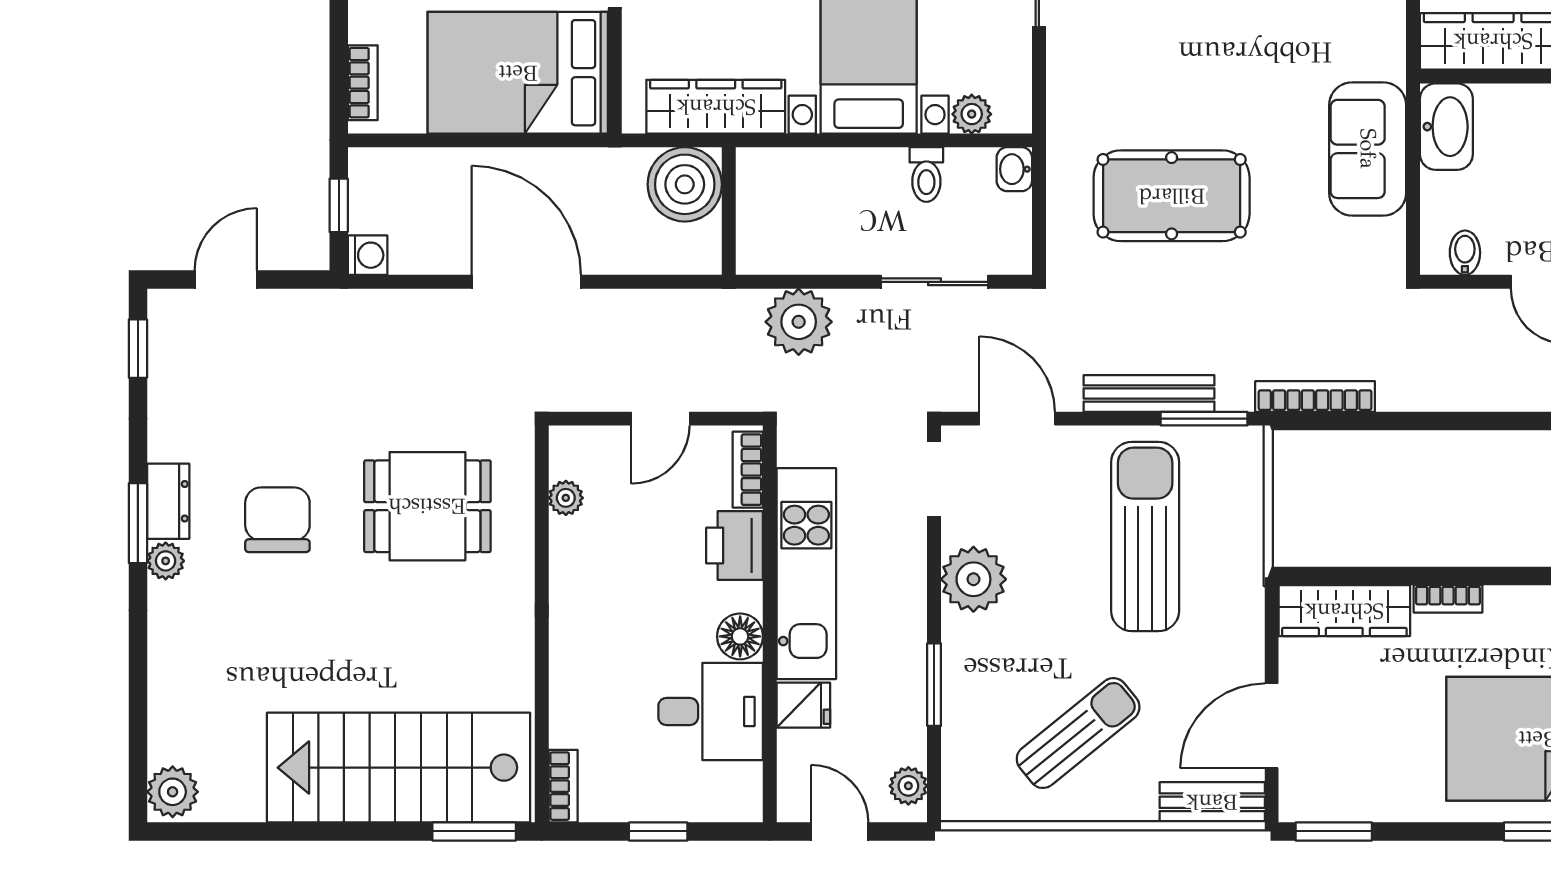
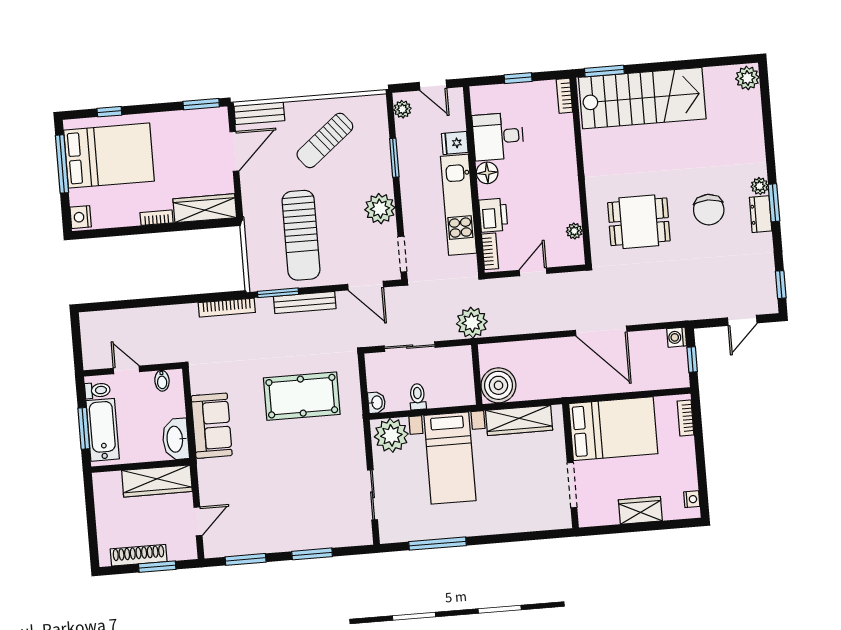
plant: (972, 114) -> (391, 435), width x1.87, depth x1.87
boiler: (685, 184) -> (498, 385), moved
wall: (729, 211) -> (477, 375), moved

